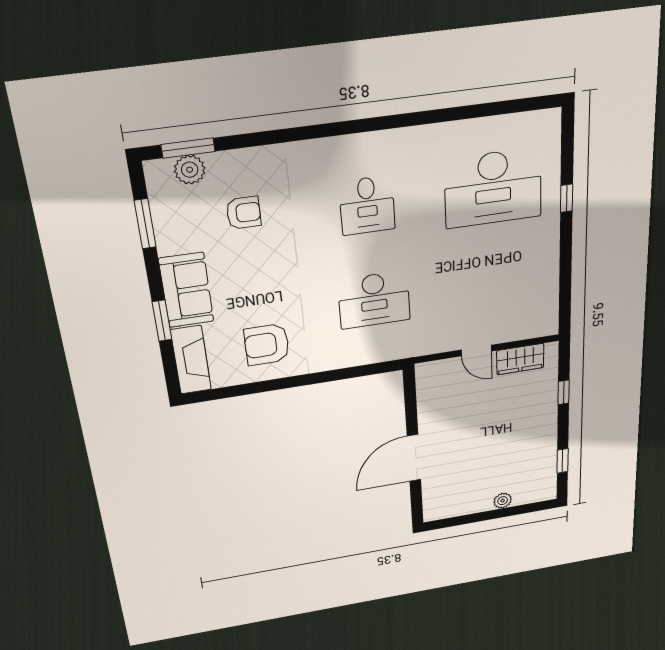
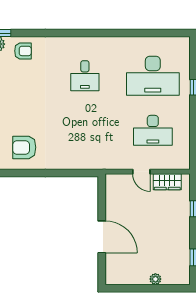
armchair: (244, 213) -> (23, 51), moved
desk: (374, 300) -> (153, 130), moved
door: (414, 458) -> (102, 237), swing flipped

